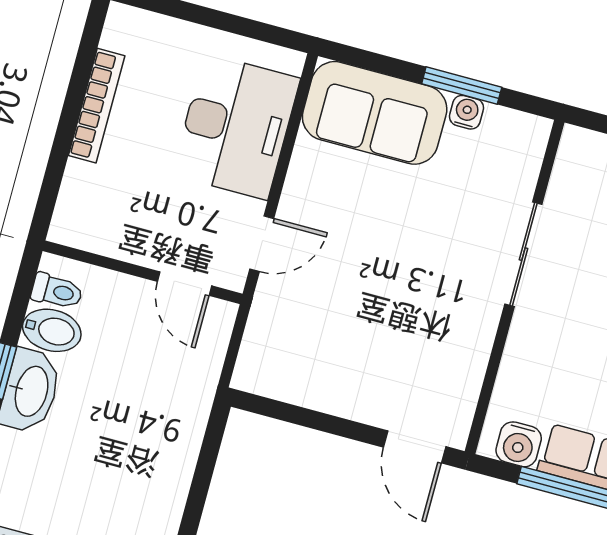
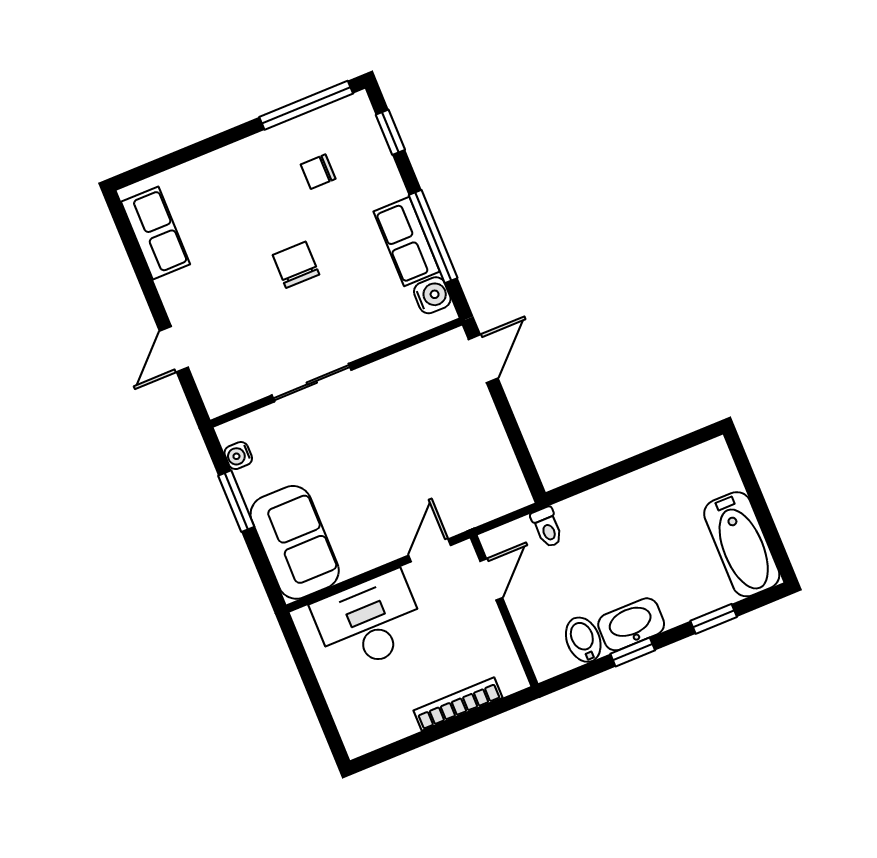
bookcase: (97, 106) -> (458, 704), moved
water cooler: (467, 112) -> (238, 456), moved
door: (262, 244) -> (430, 550), hinge flipped
toilet: (57, 291) -> (547, 527), moved, turned 180

